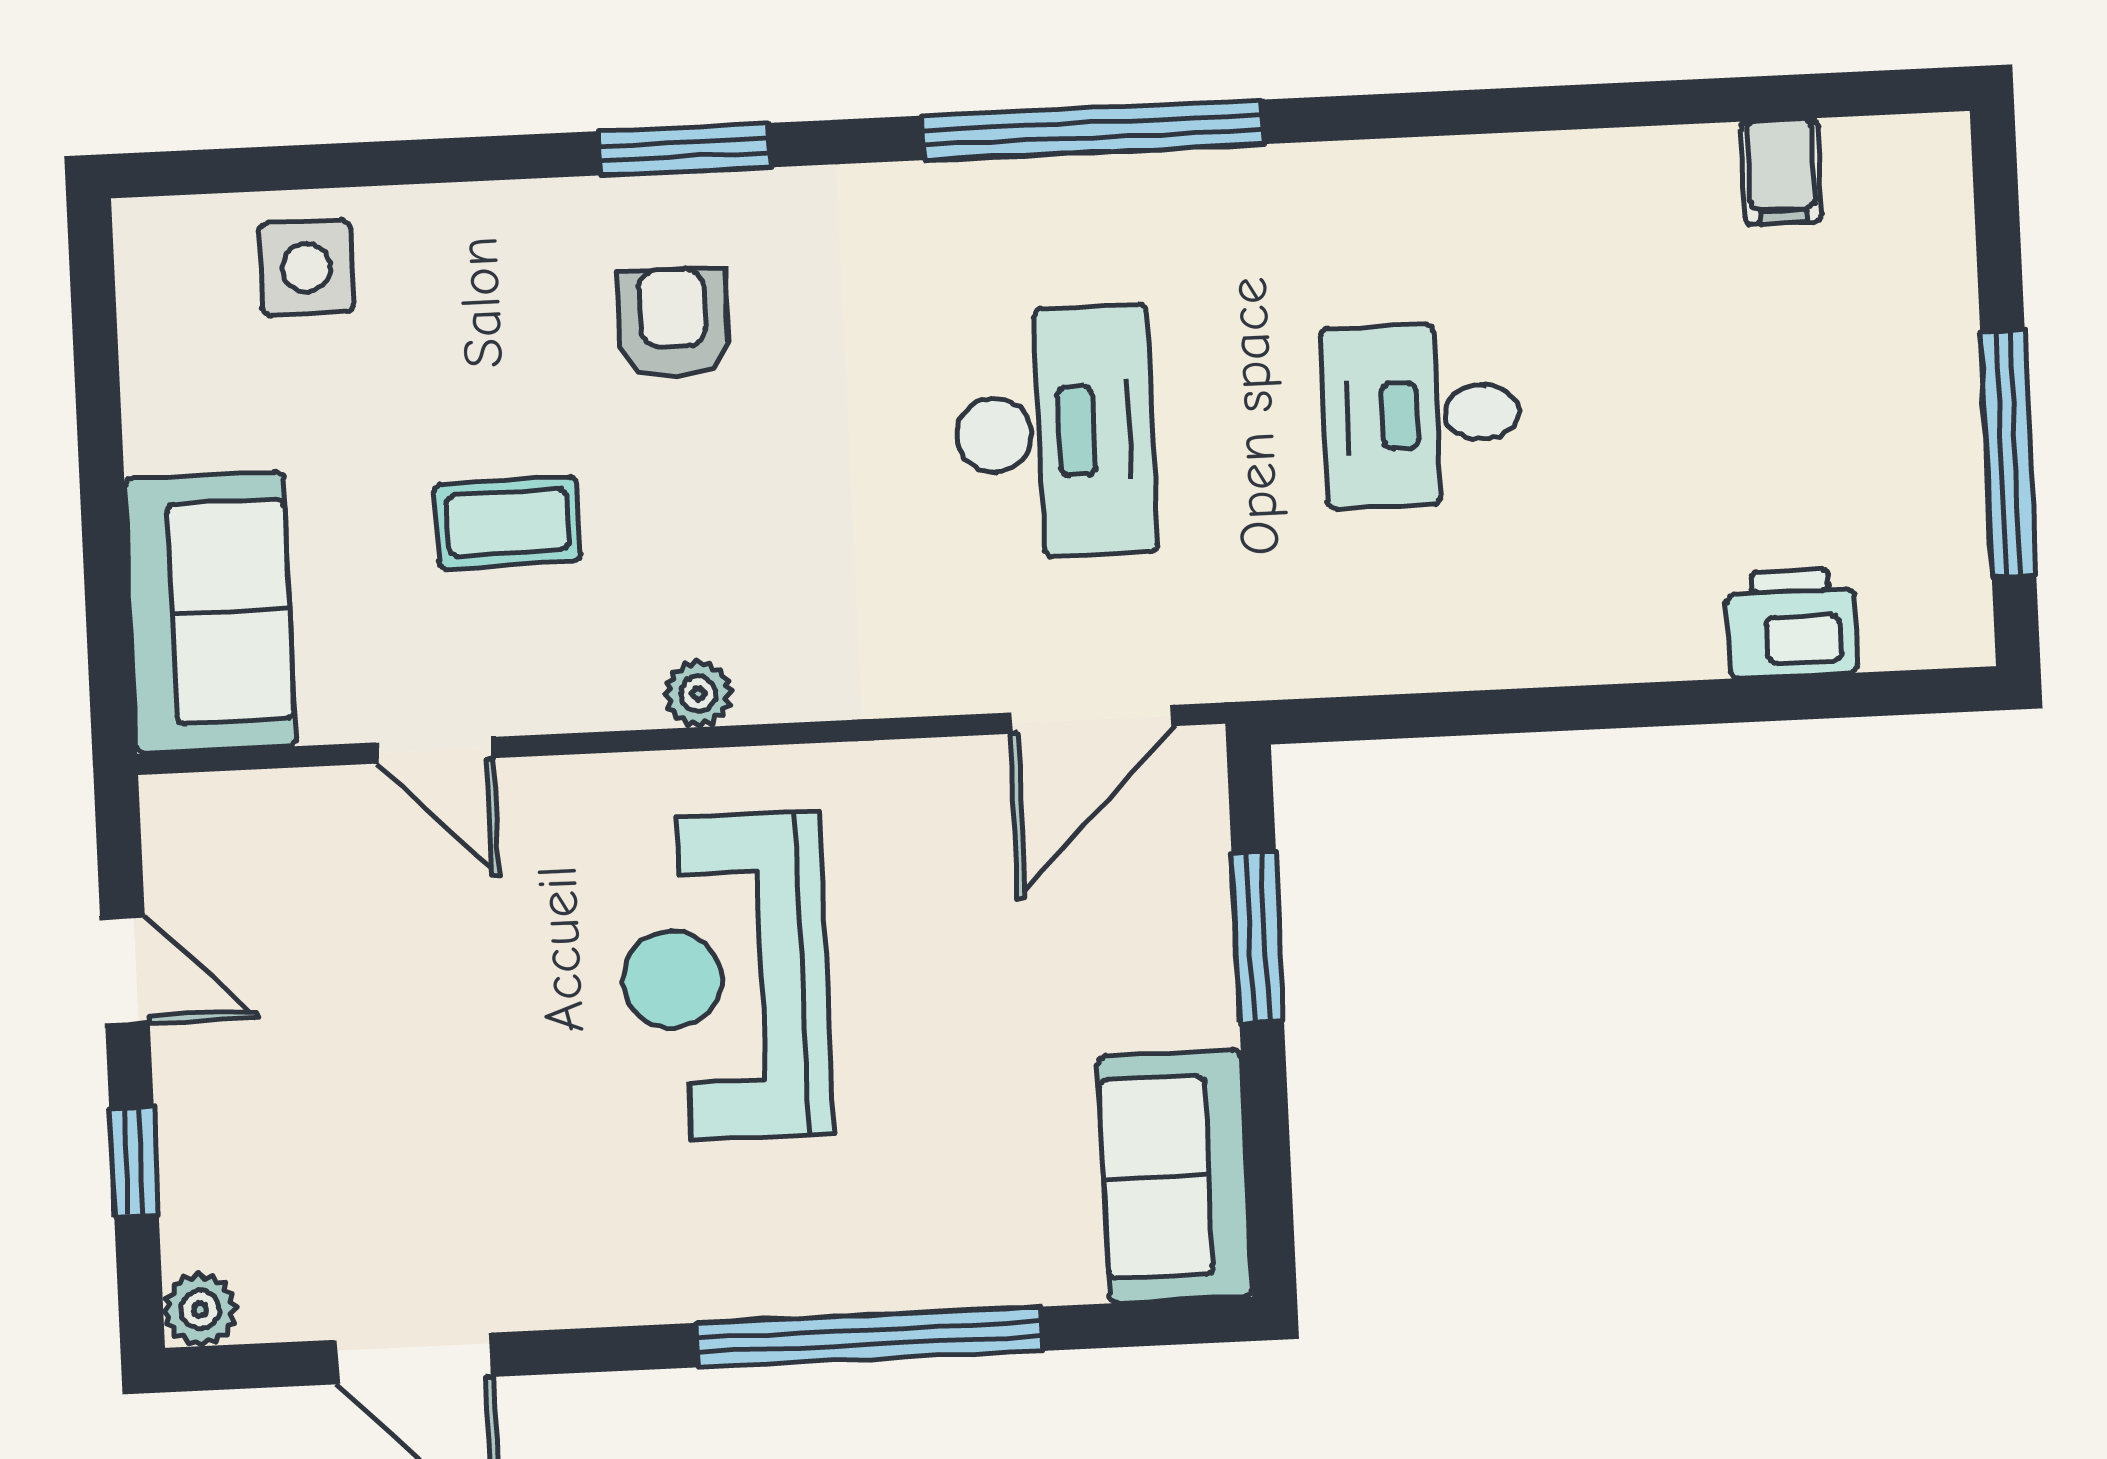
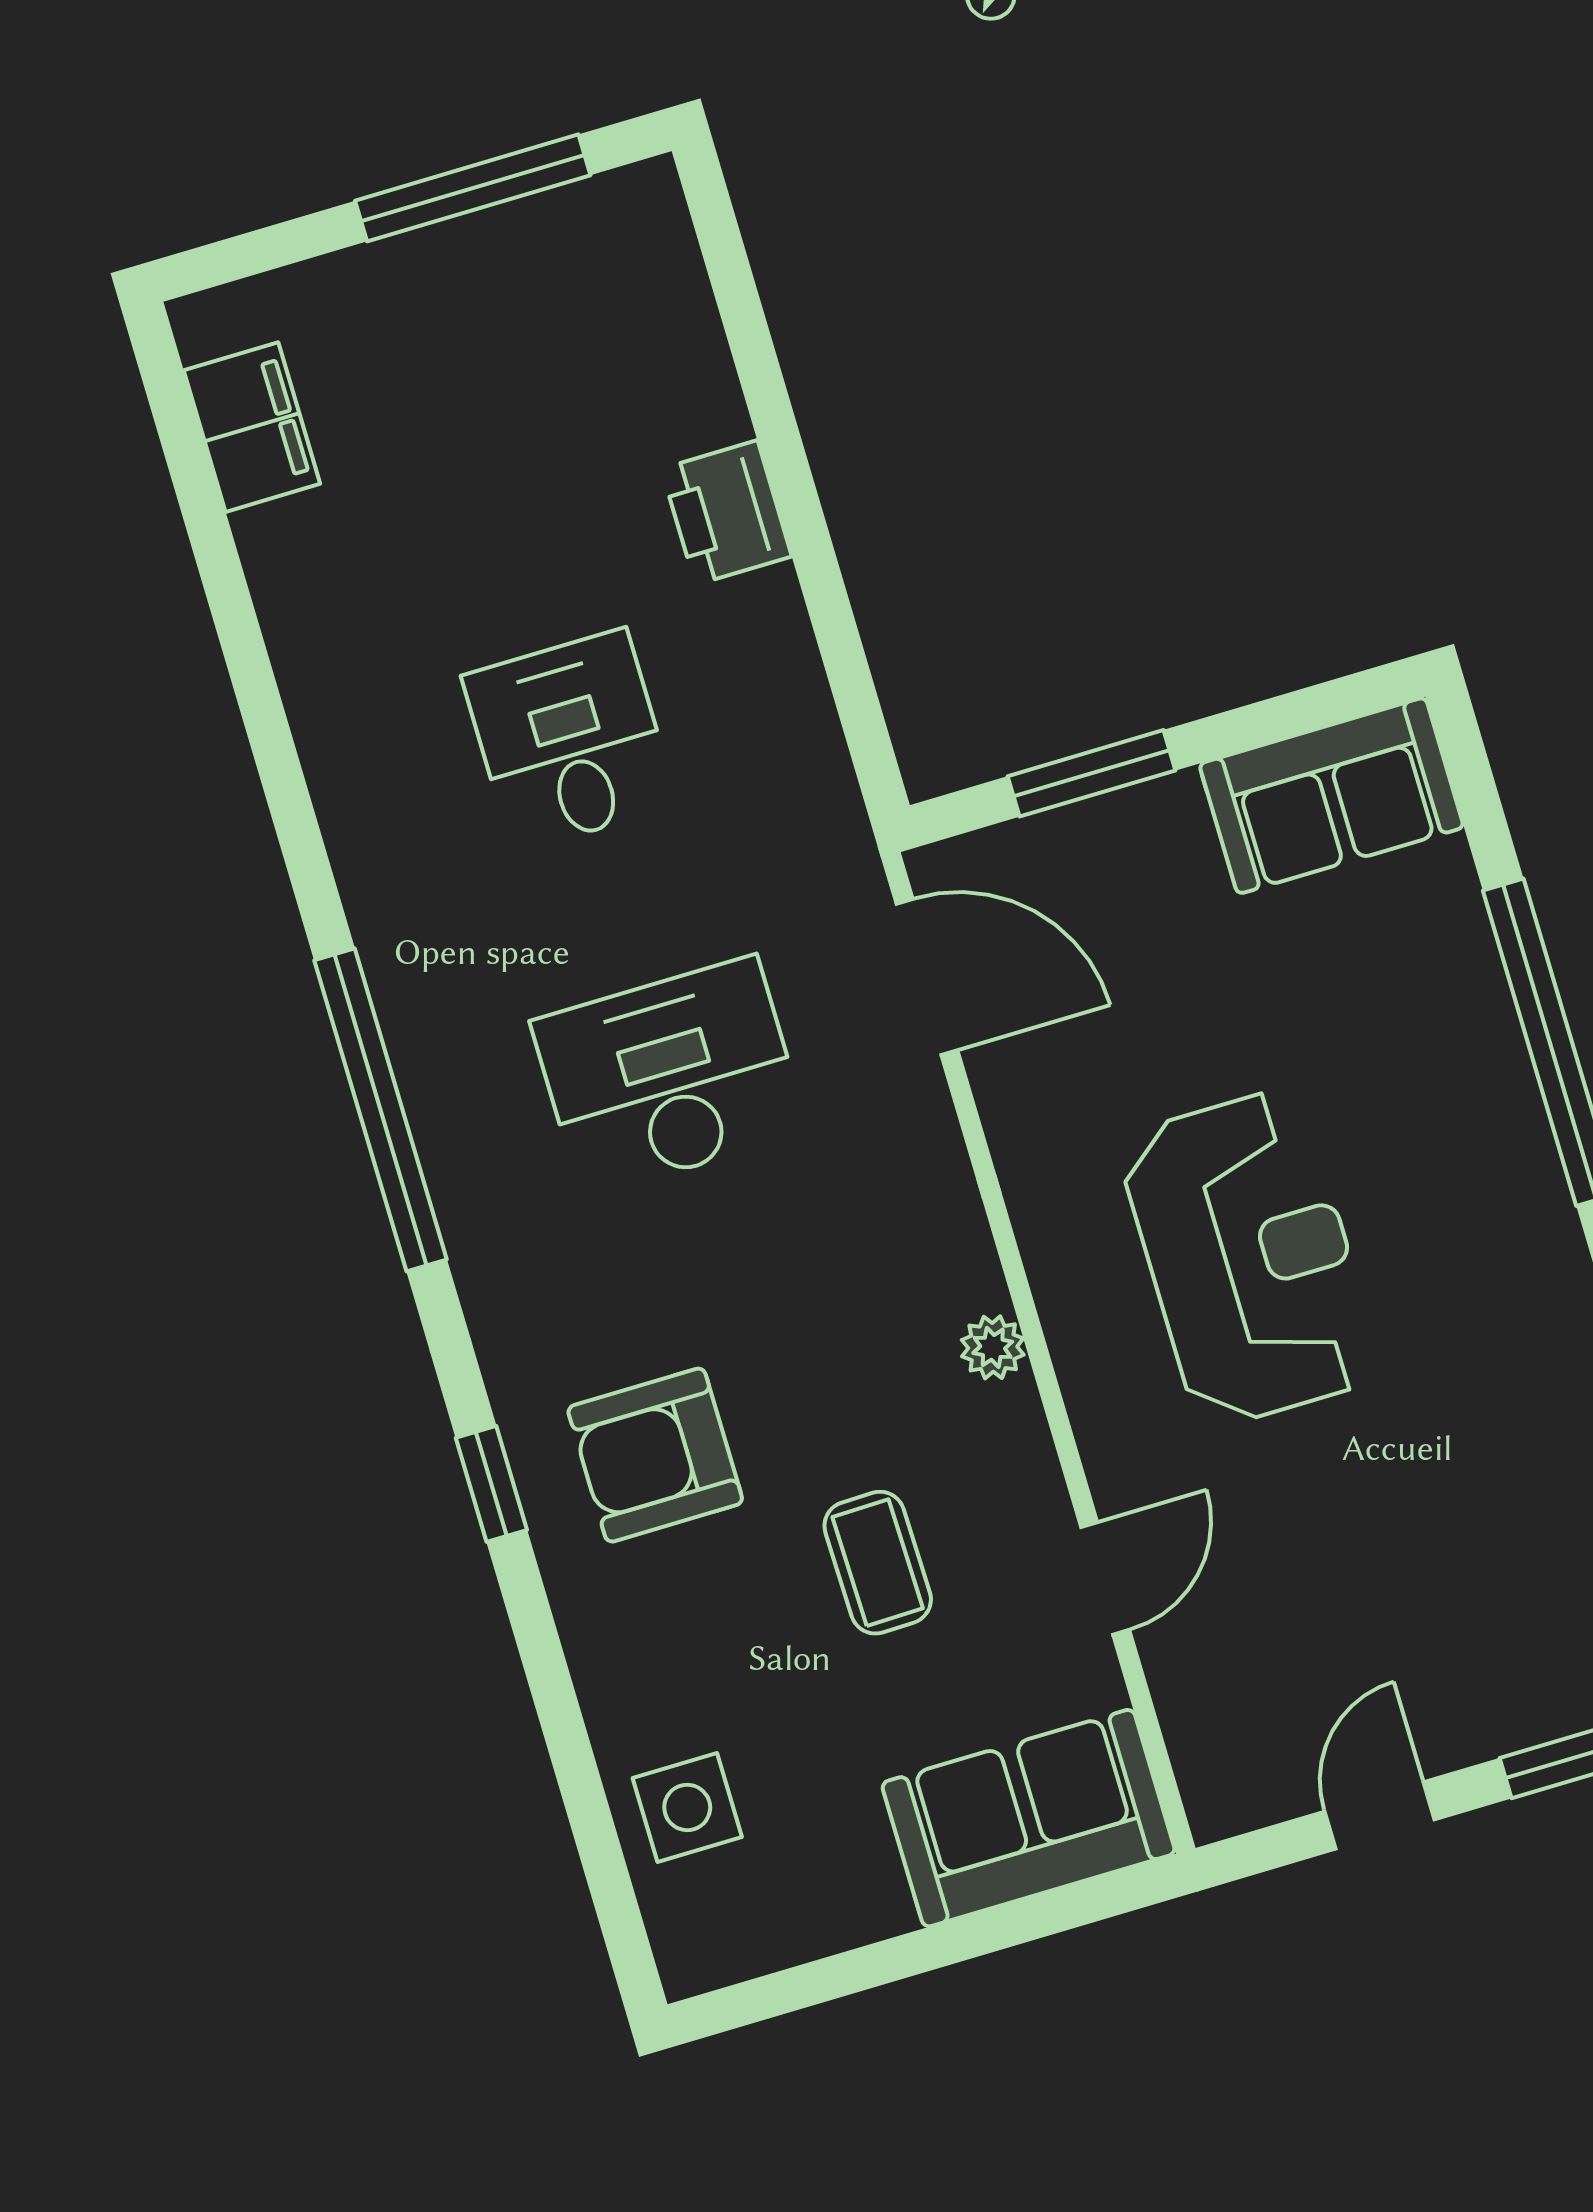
window: (684, 149) -> (491, 1484), width x0.67
filing cabinet: (1781, 171) -> (252, 427), width x2.00
armchair: (673, 323) -> (655, 1455), width x1.38, depth x1.38
desk: (1421, 415) -> (570, 741), turned 180
printer: (1792, 623) -> (726, 513), moved
reception desk: (725, 977) -> (1249, 1258), turned -90

